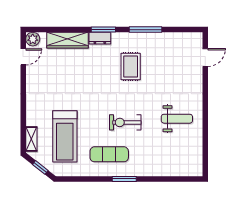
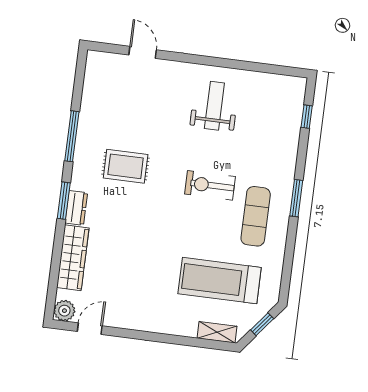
door: (23, 57) -> (90, 329), hinge flipped
door: (205, 57) -> (143, 52), moved
exercise bike: (125, 122) -> (210, 185), turned 90
treadmill: (65, 136) -> (220, 281), turned 180
window: (177, 179) -> (307, 117), added

